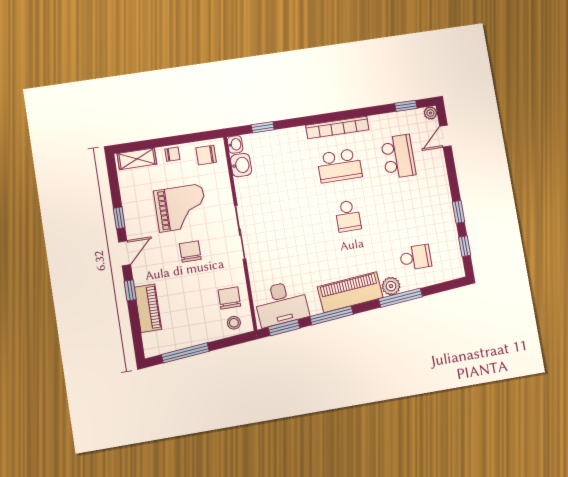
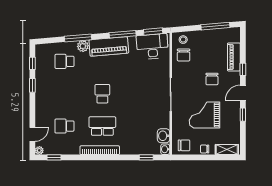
school desk: (398, 157) -> (64, 126), width x0.54
chair: (190, 251) -> (212, 79), moved

